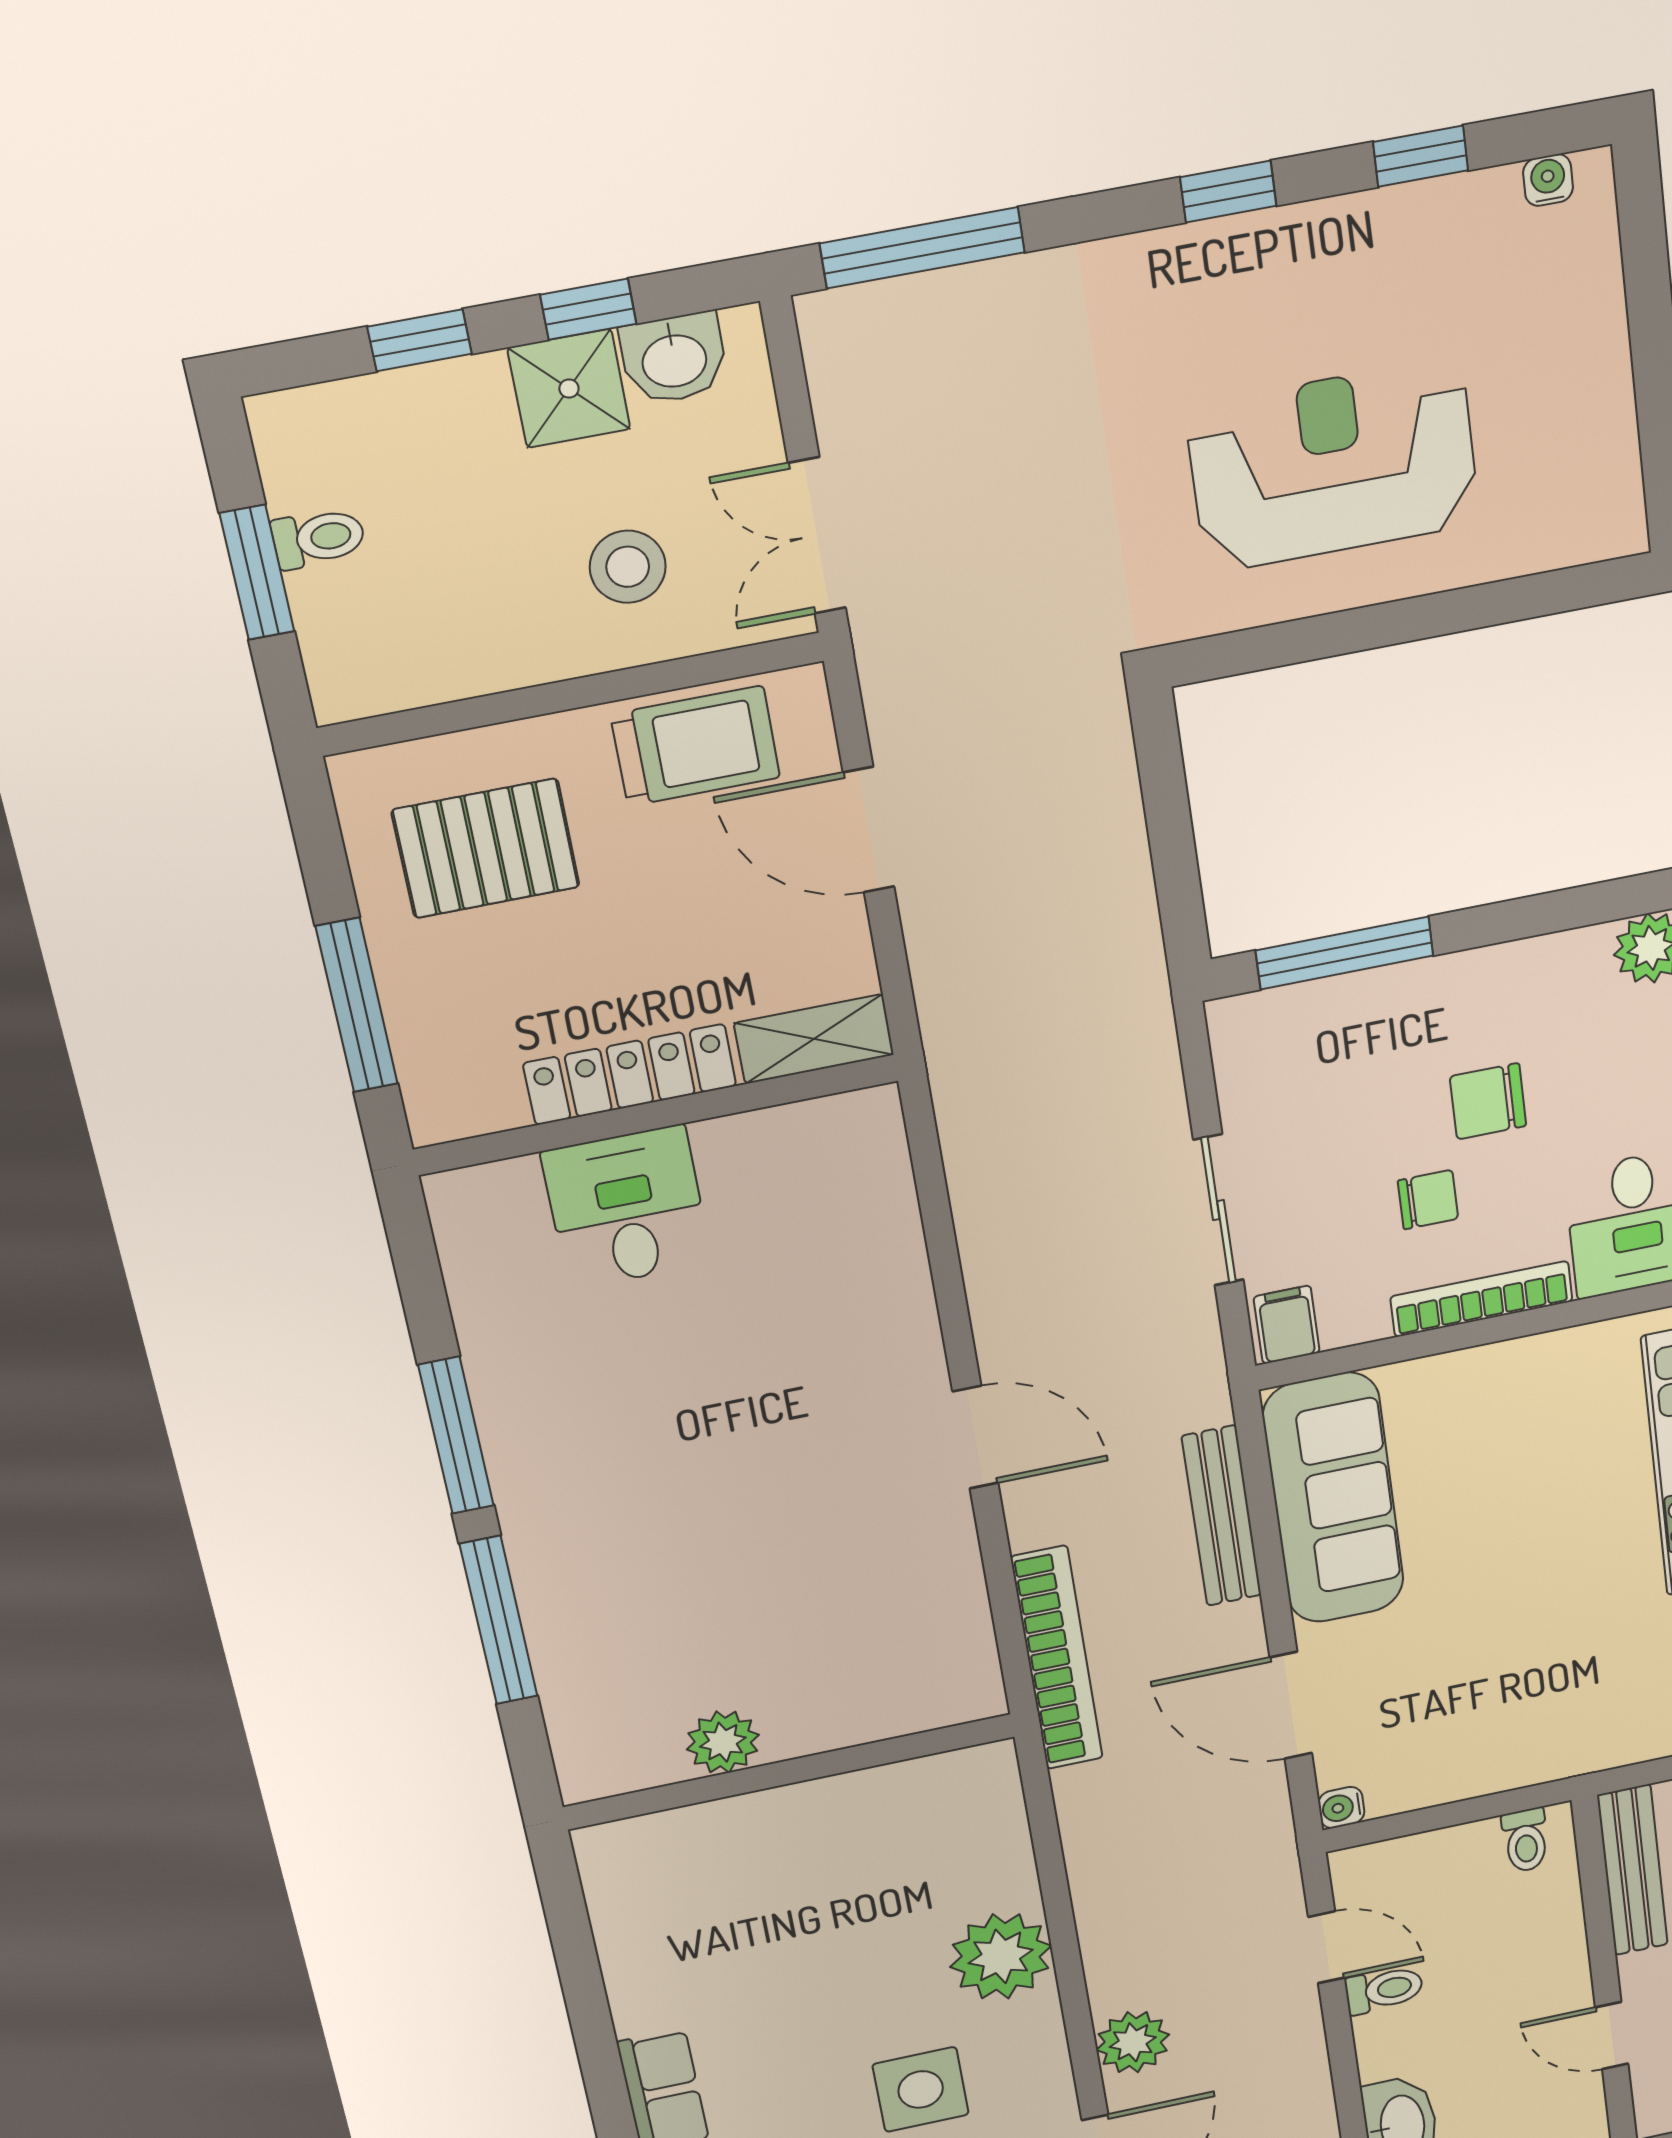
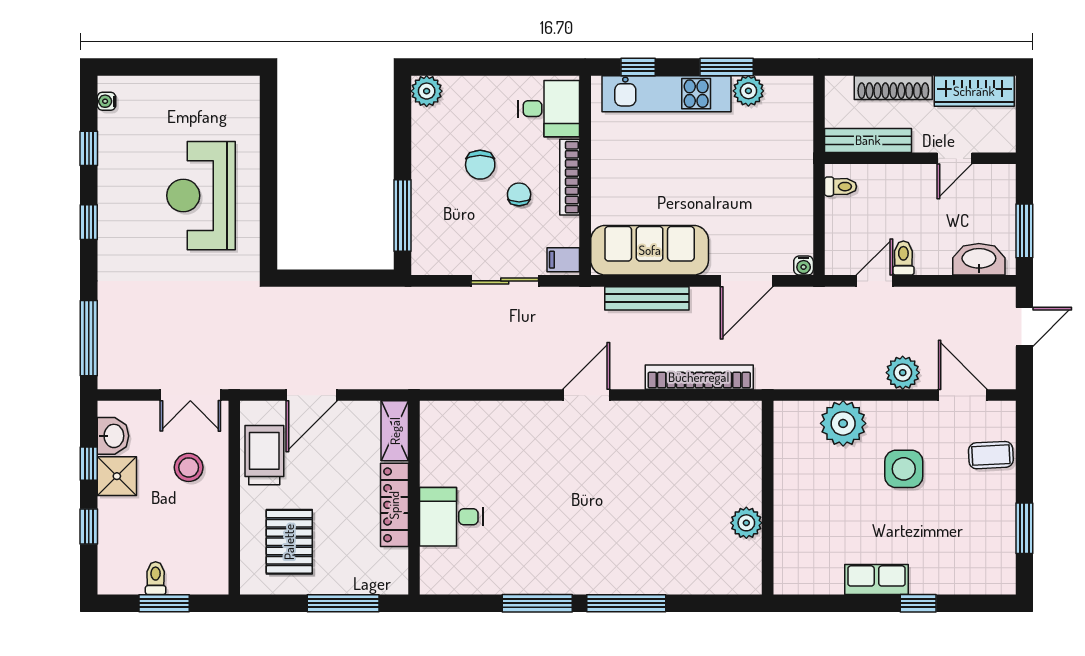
plant: (723, 1742) -> (746, 523), moved
wall: (790, 1772) -> (768, 498), moved

